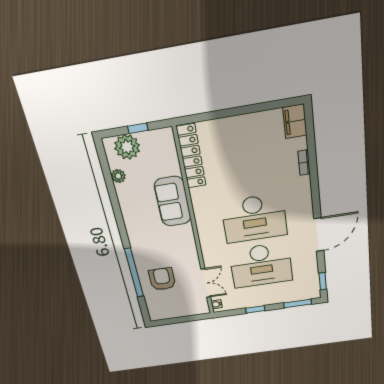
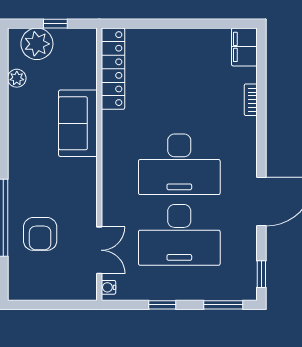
armchair: (162, 279) -> (40, 234), turned 180

